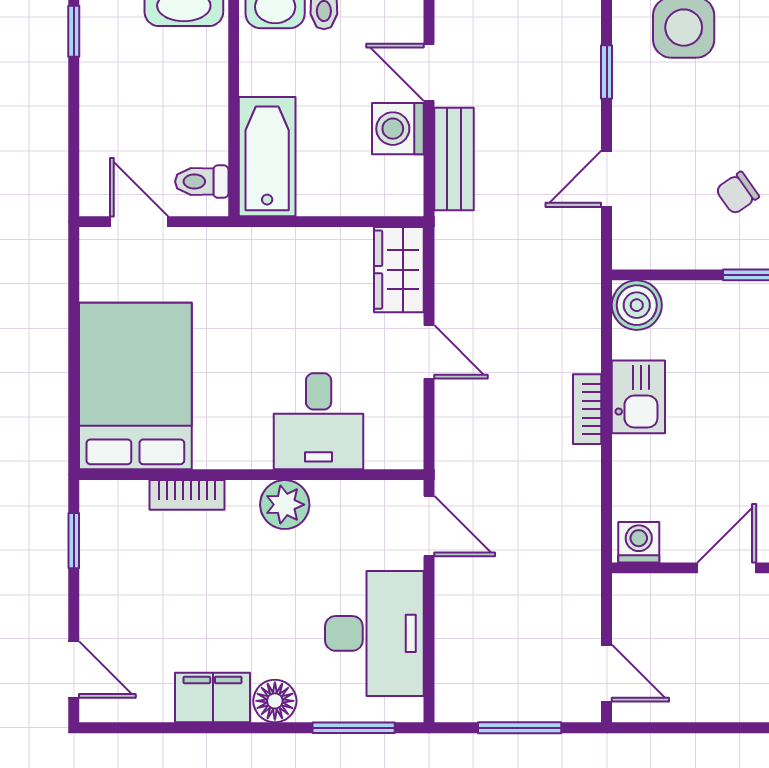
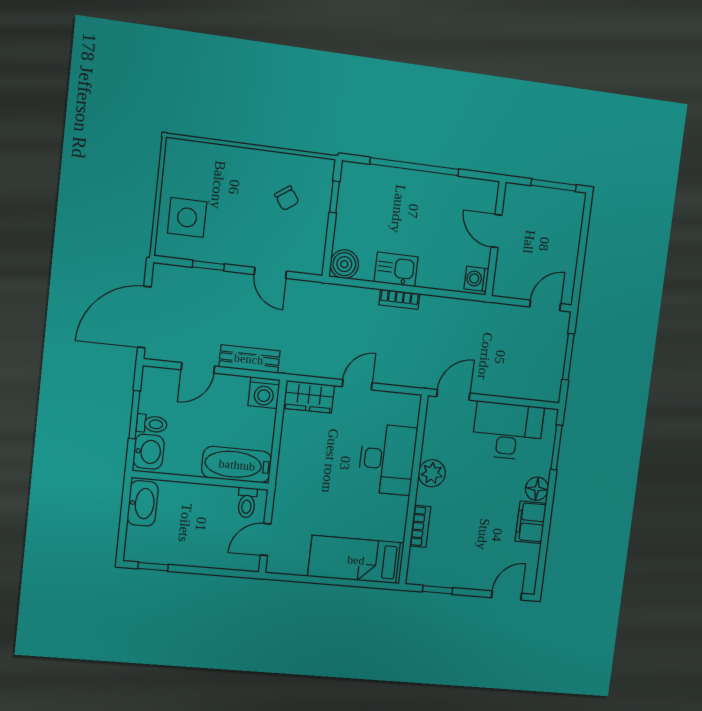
washing machine: (398, 129) -> (264, 393), moved
bed: (135, 386) -> (356, 560), width x0.67
desk: (319, 421) -> (387, 459), width x1.37

